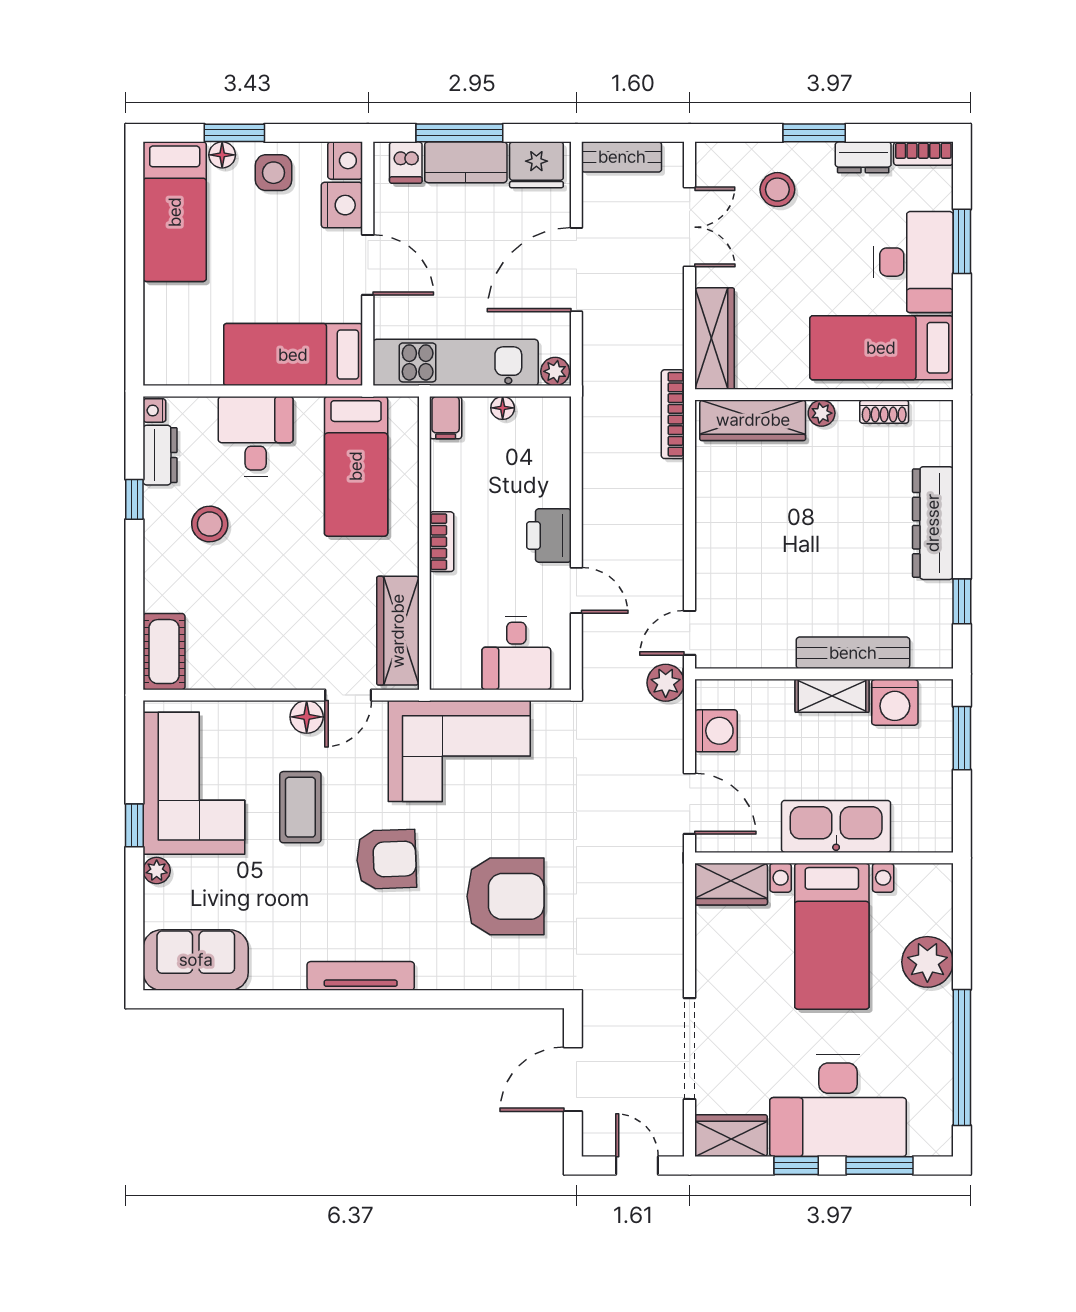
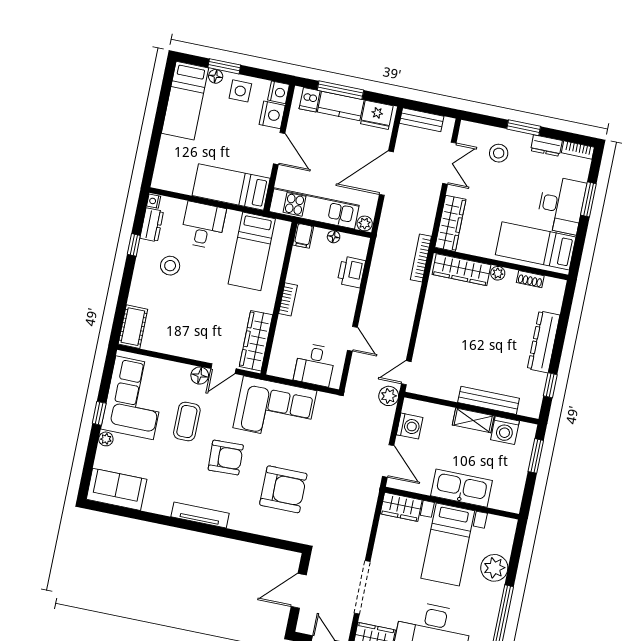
printer: (549, 536) -> (351, 272), moved

